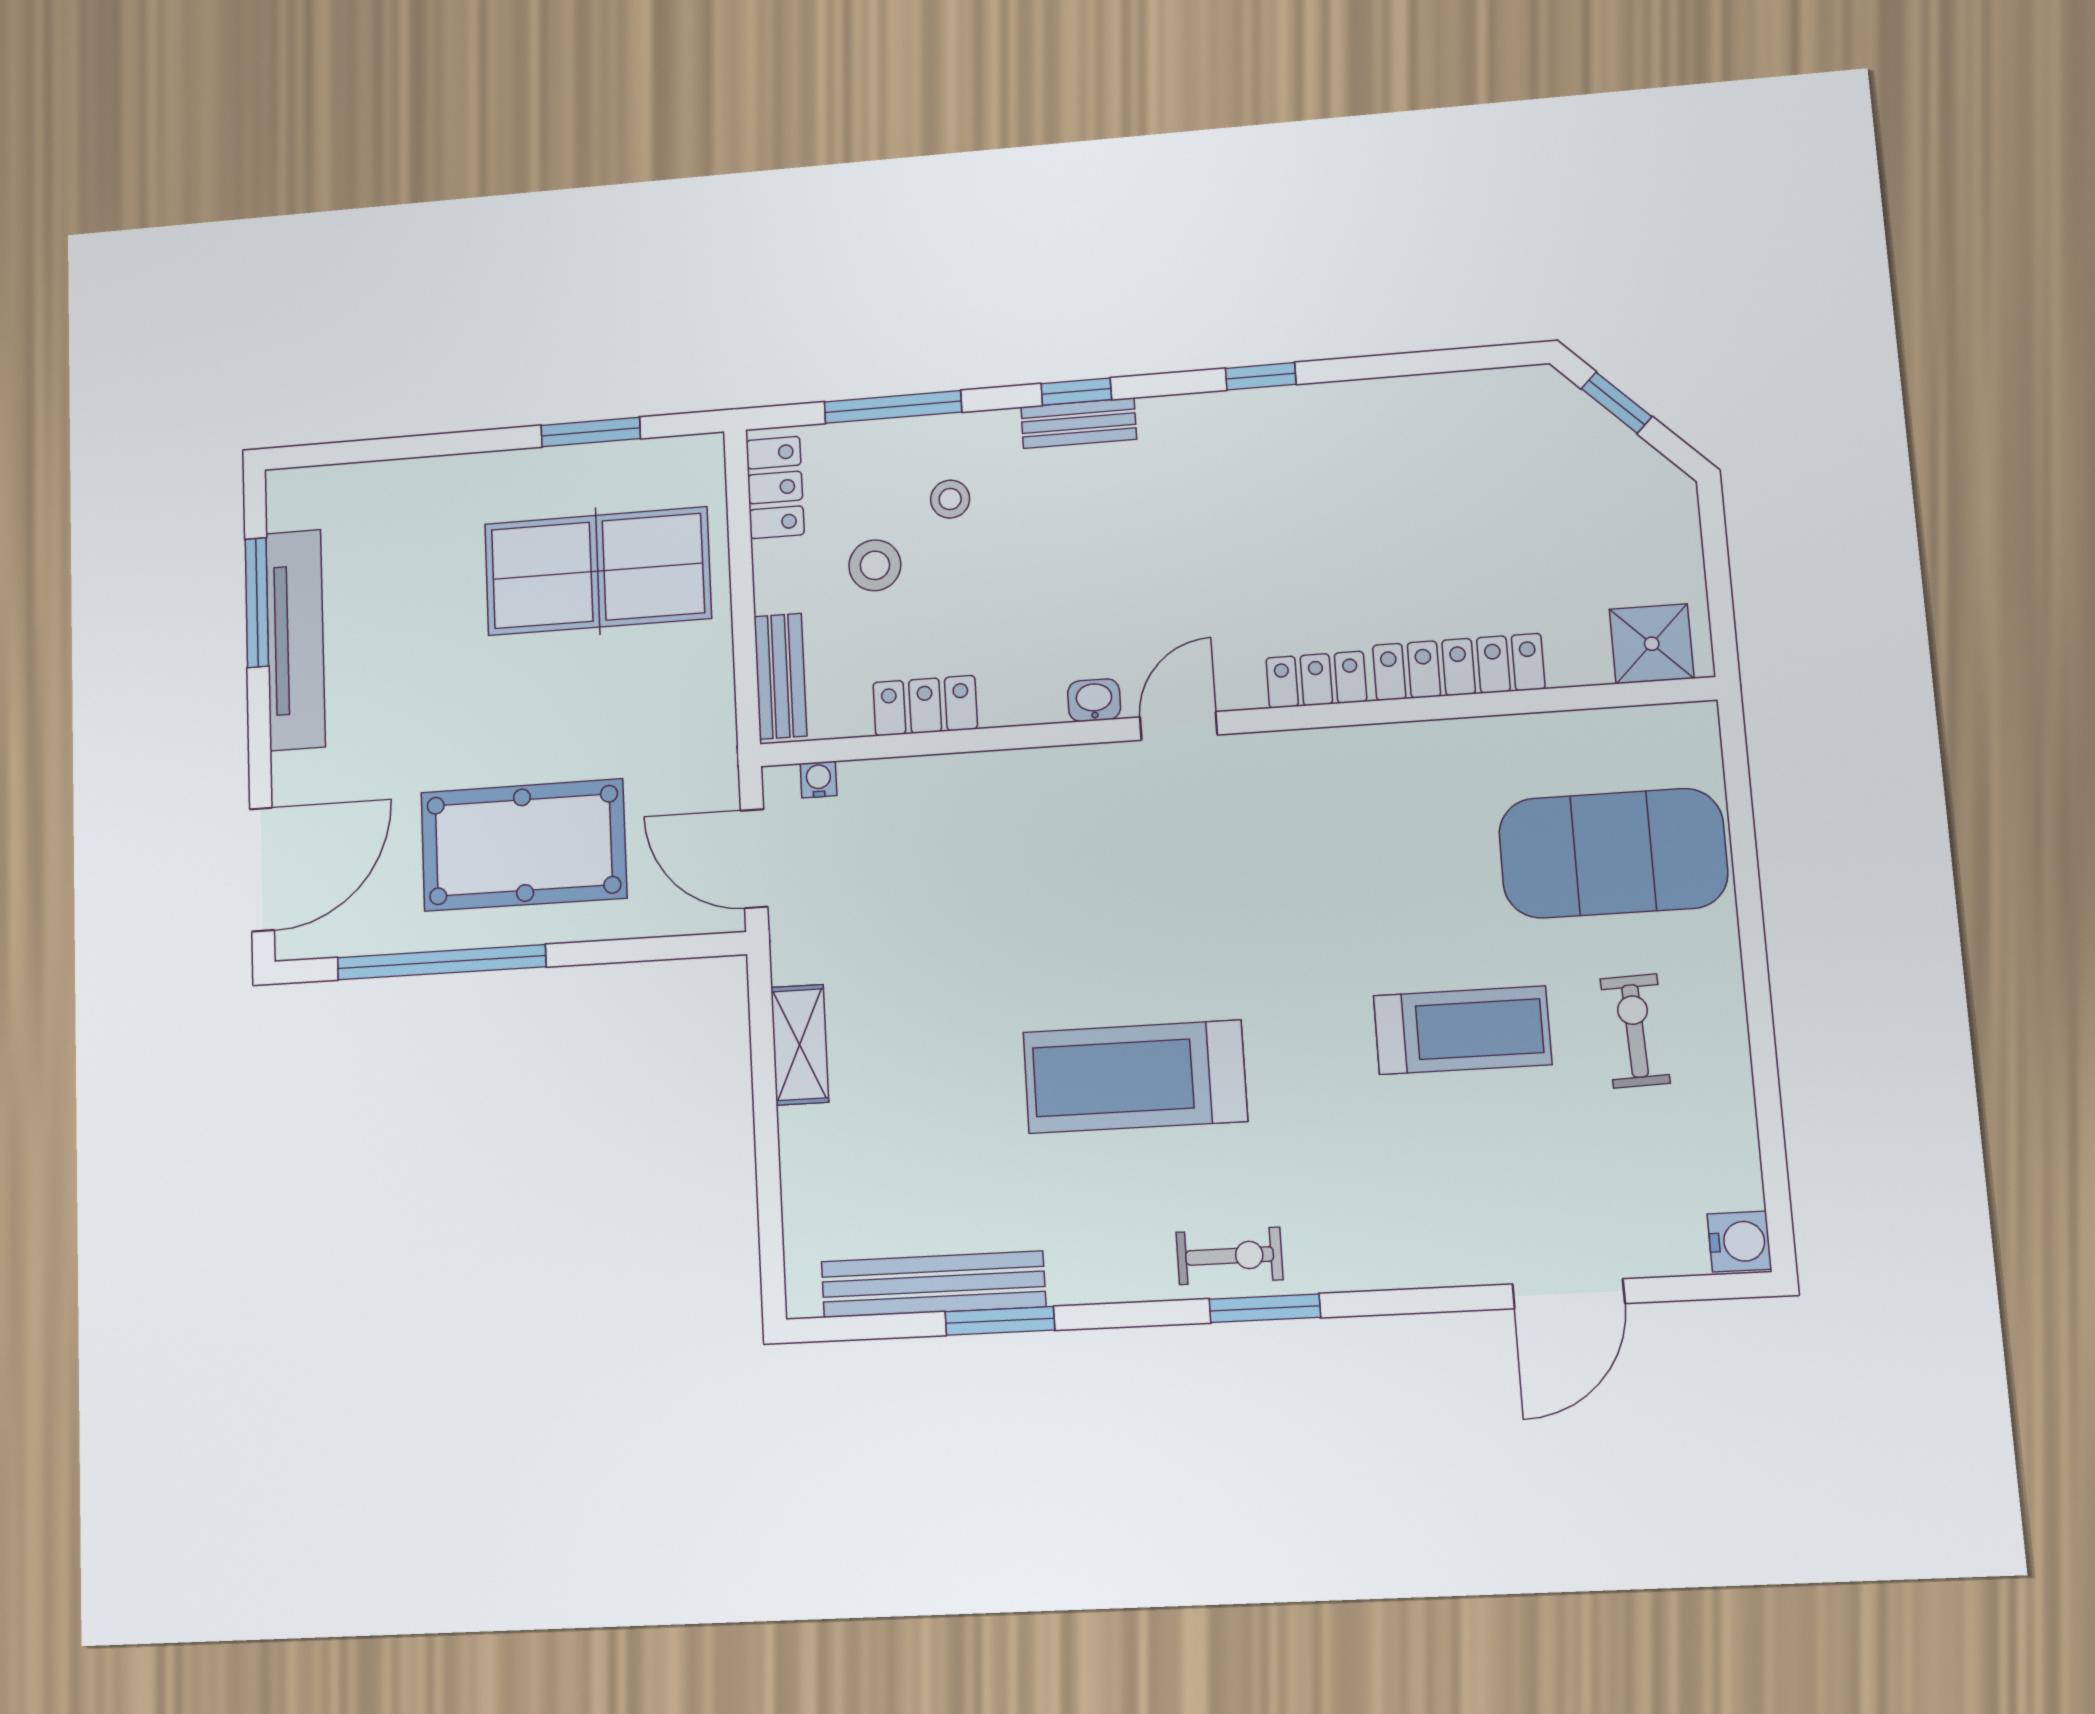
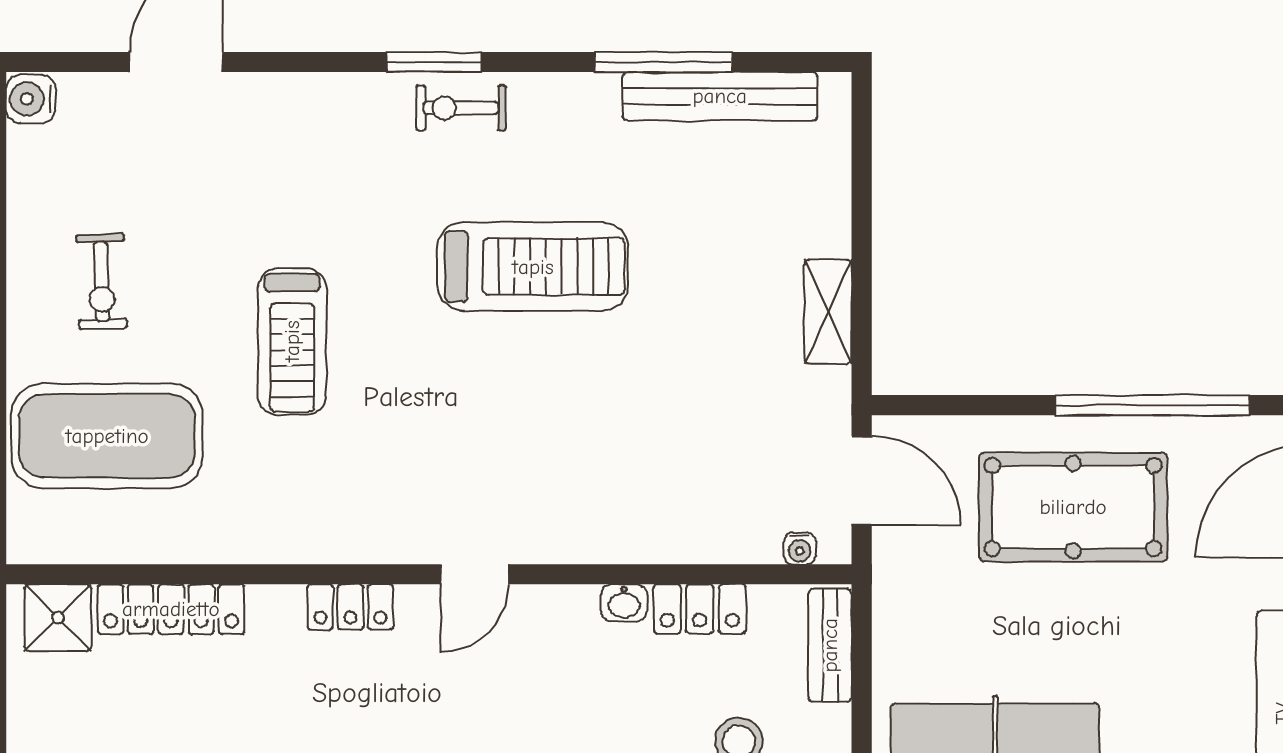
locker: (1459, 667) -> (171, 609), moved
washbasin: (1094, 700) -> (624, 603), moved
treadmill: (1462, 1030) -> (292, 341), moved, turned -90
window: (1000, 1321) -> (663, 62), width x1.44

